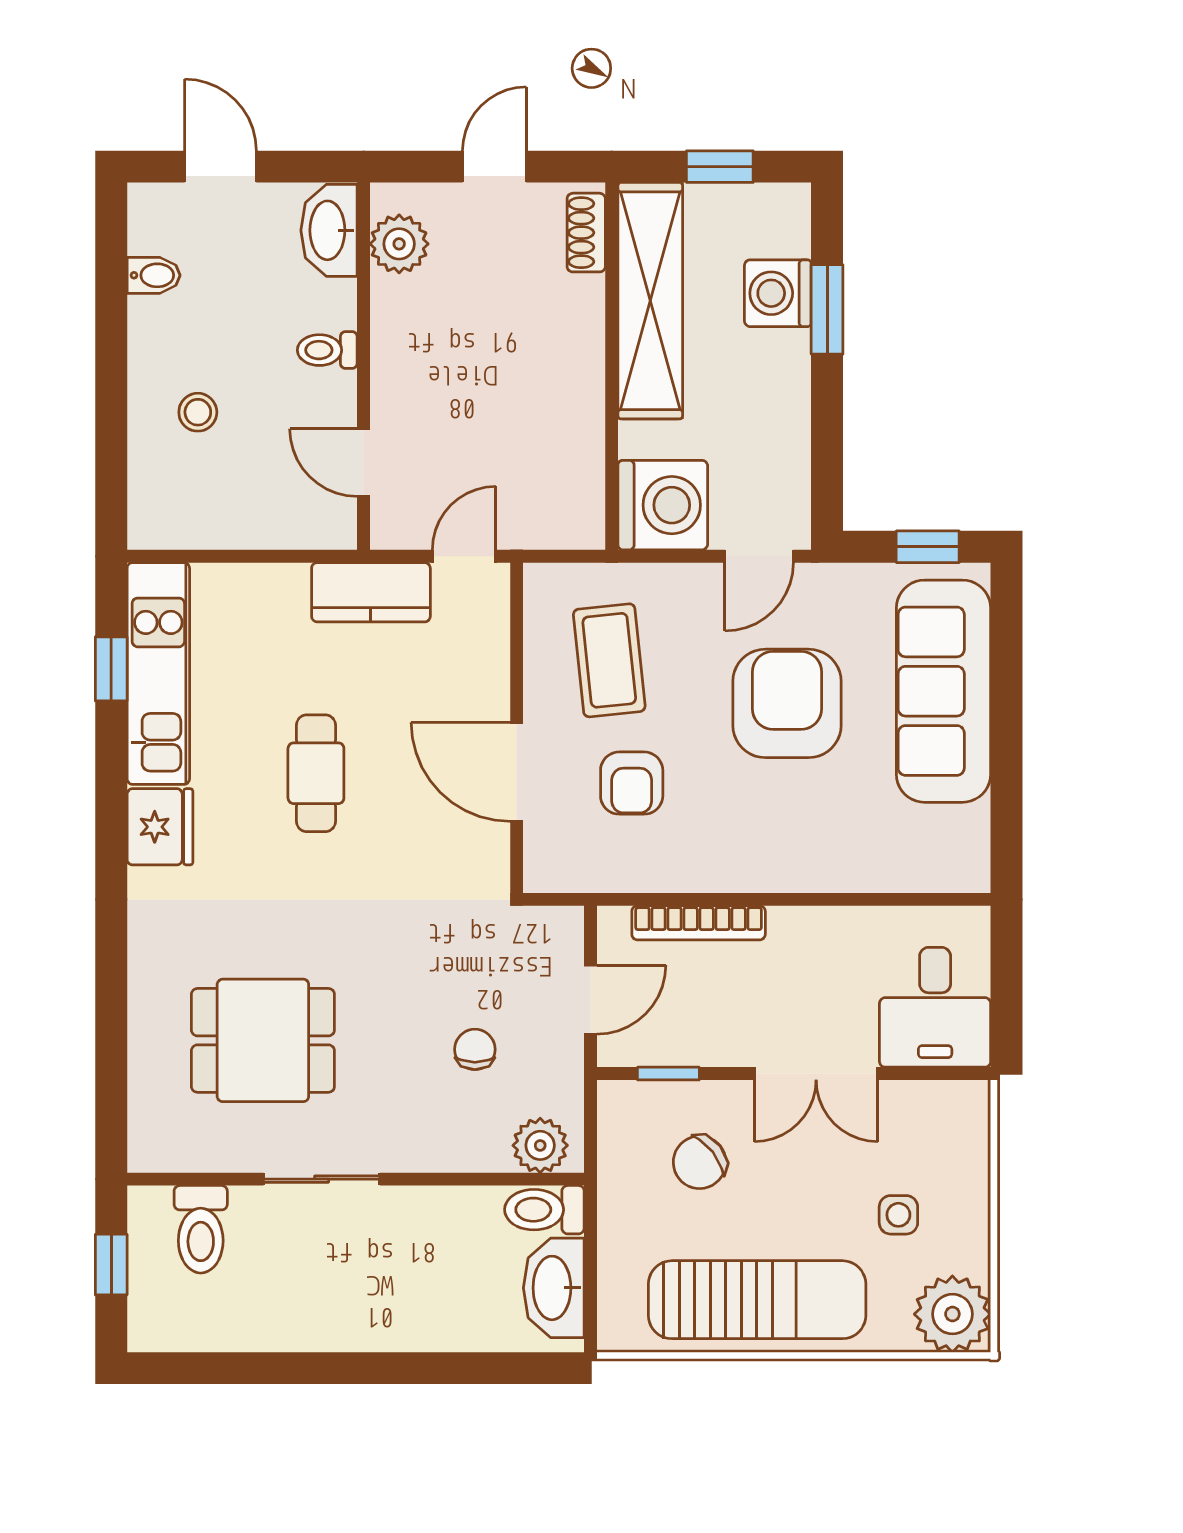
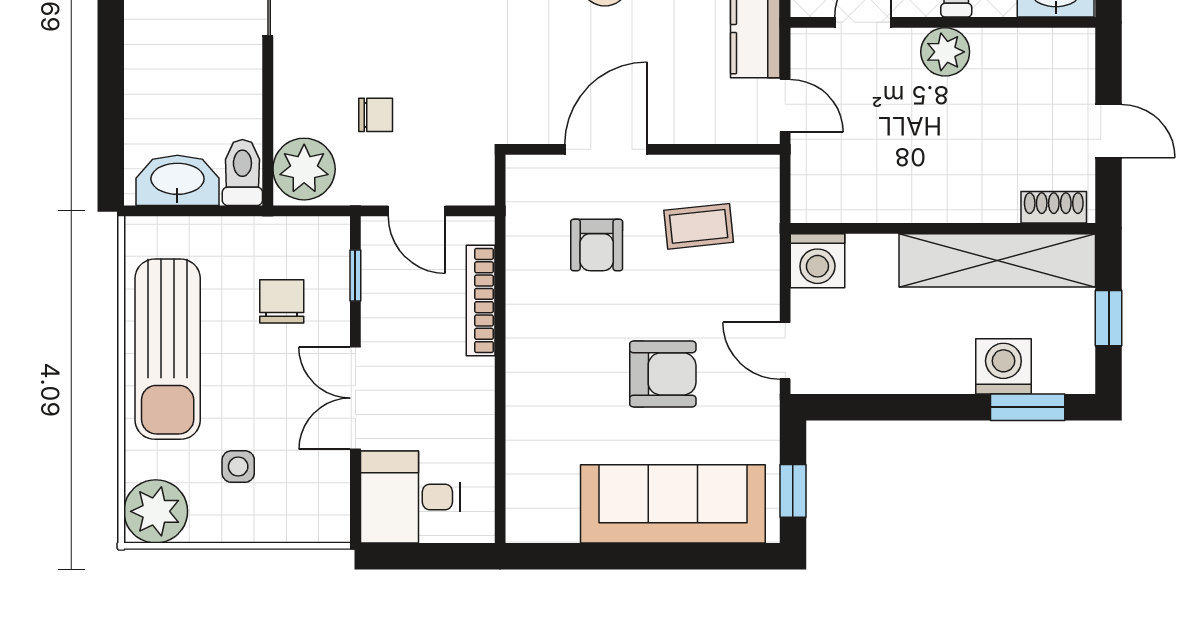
plant: (399, 244) -> (945, 52), moved
window: (827, 309) -> (1028, 407), moved
washing machine: (663, 505) -> (817, 261), width x0.73, depth x0.73
coffee table: (609, 660) -> (699, 226), width x0.73, depth x0.77
armchair: (787, 703) -> (663, 374), width x0.73, depth x0.73
armchair: (632, 783) -> (597, 245), turned -90
plant: (540, 1145) -> (304, 169), width x1.36, depth x1.36
chair: (700, 1162) -> (282, 301), turned 38

